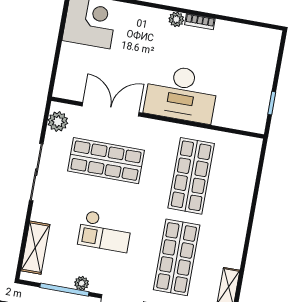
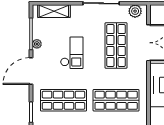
checkout: (105, 231) -> (72, 53), turned 180

